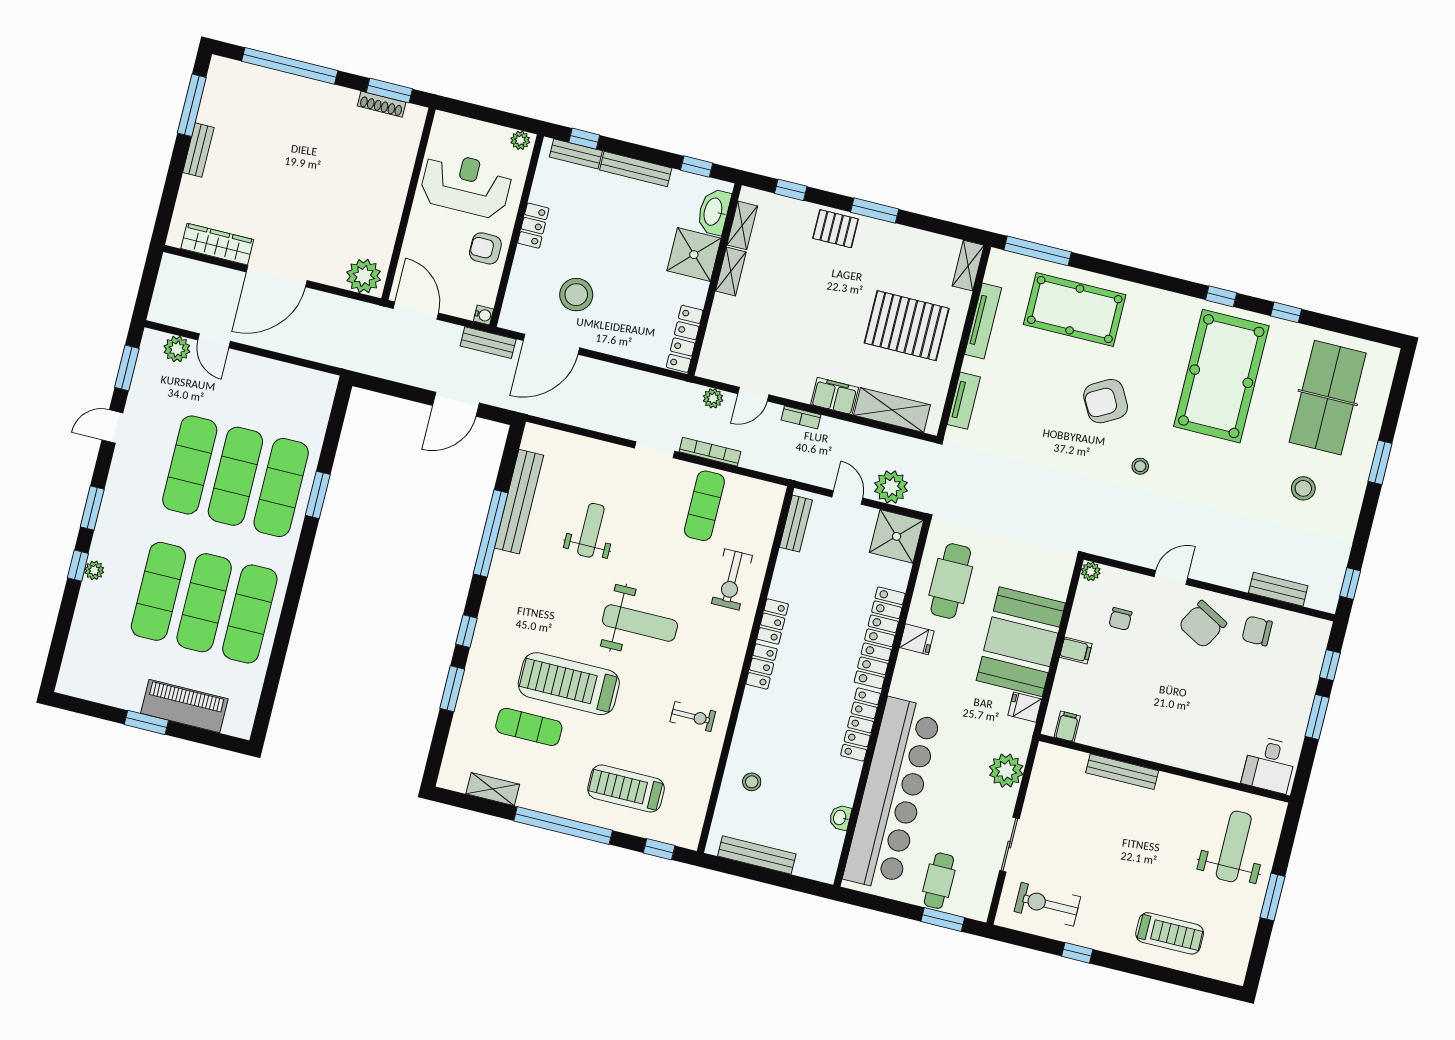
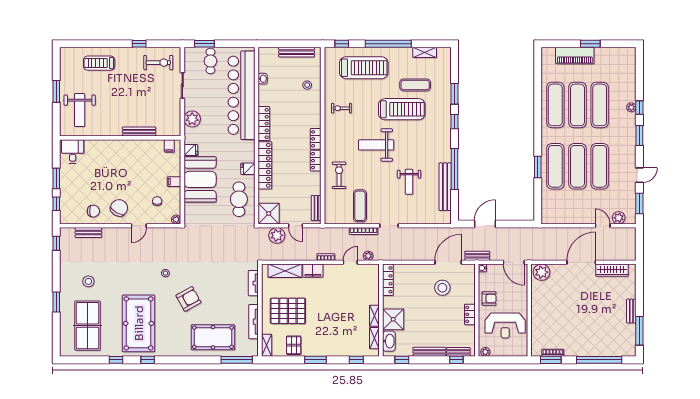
pallet: (836, 229) -> (294, 345), moved, turned 90
treadmill: (626, 789) -> (364, 68), width x1.37, depth x1.38

